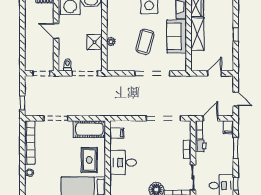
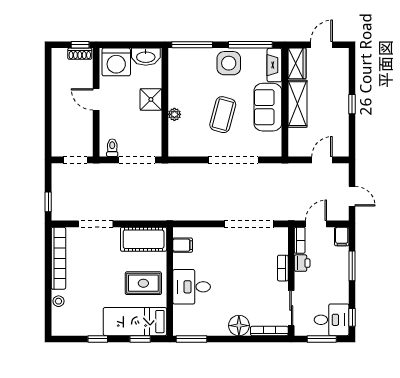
shower: (95, 42) -> (151, 99), moved
rug: (89, 160) -> (143, 283), turned 90

